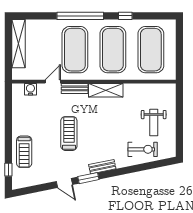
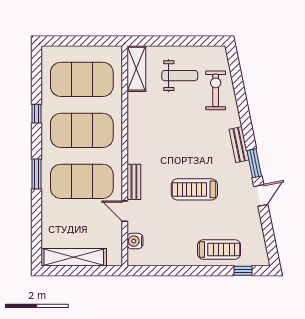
window: (80, 16) -> (36, 174), width x0.47
shelving: (106, 90) -> (136, 69), moved

